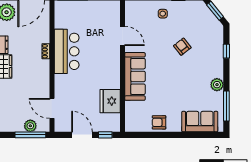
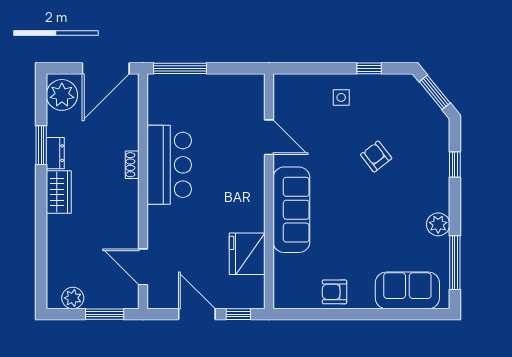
plant: (30, 126) -> (73, 298), moved
window: (30, 135) -> (105, 314), width x0.69

